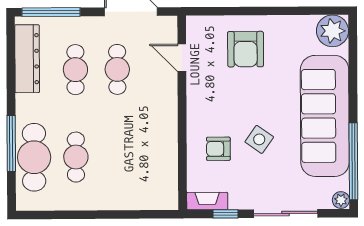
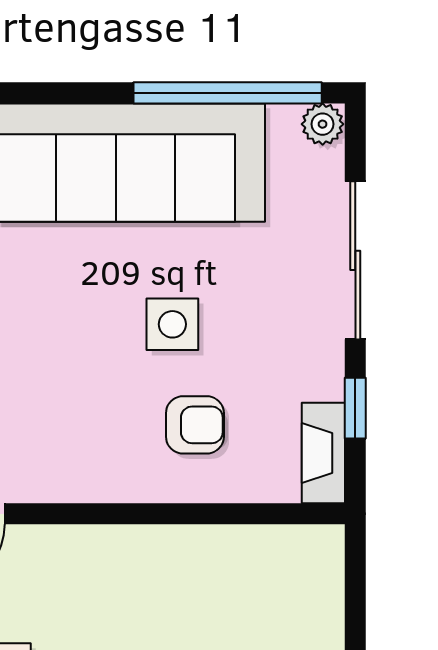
side table: (259, 139) -> (172, 324), turned -35
armchair: (218, 149) -> (195, 425), turned -90

